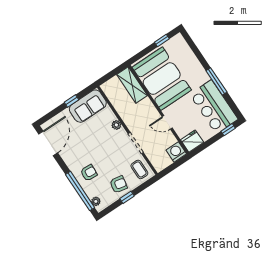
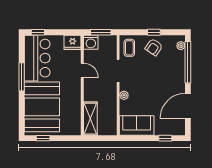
booth: (162, 79) -> (42, 107), moved
window: (72, 101) -> (165, 138), moved
door: (48, 143) -> (188, 106), moved
window: (173, 166) -> (101, 32), added
armchair: (89, 173) -> (171, 72), removed
armchair: (118, 184) -> (154, 47), turned -67

